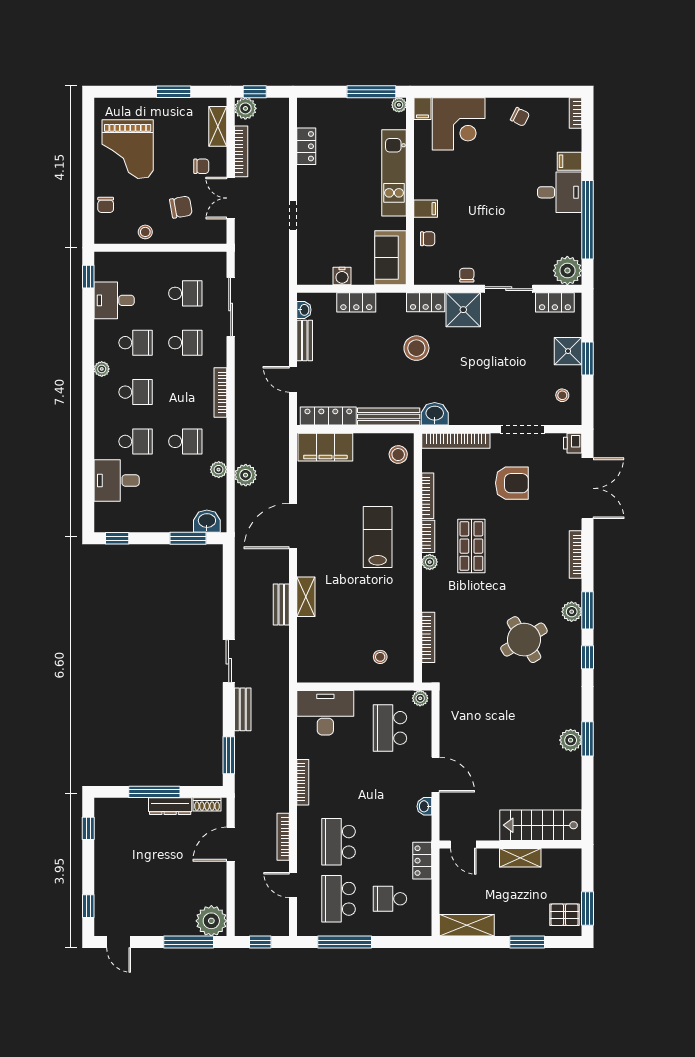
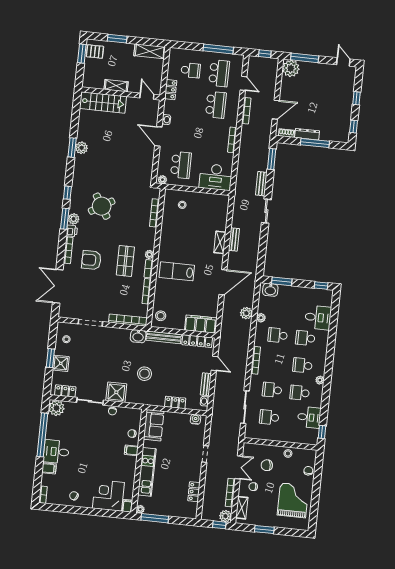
water cooler: (342, 276) -> (196, 419), moved
locker: (426, 302) -> (137, 399), removed
printer: (573, 443) -> (72, 231), moved
armchair: (512, 483) -> (91, 260), moved
lab bench: (378, 537) -> (177, 271), turned 90
window: (88, 906) -> (357, 98), moved

